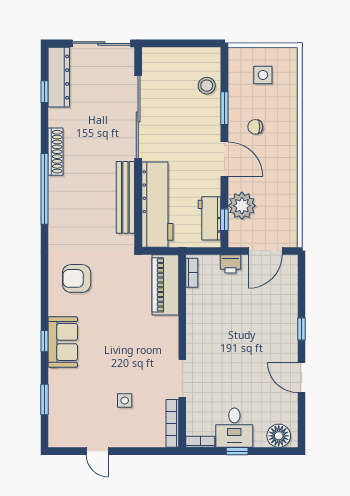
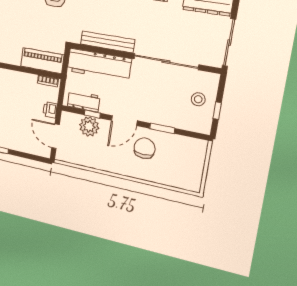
window: (188, 43) -> (217, 111), added
side table: (263, 75) -> (183, 162), removed
stool: (207, 86) -> (198, 99), moved
chair: (255, 127) -> (144, 148), width x1.87, depth x1.87
window: (224, 220) -> (92, 114), moved

